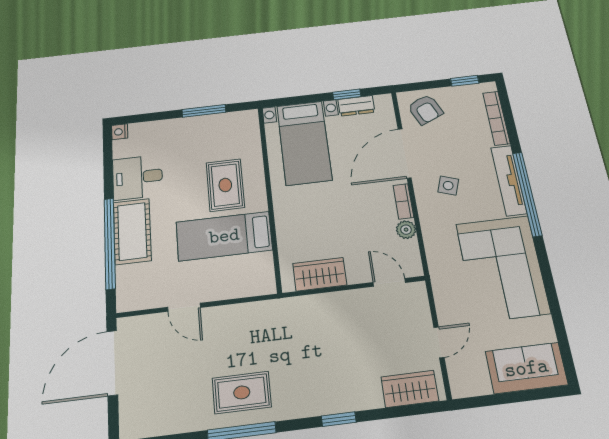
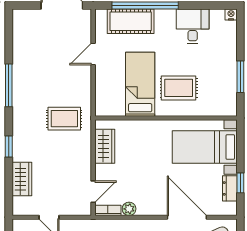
bookcase: (403, 201) -> (108, 210), moved
cot: (132, 231) -> (131, 21), moved
wardrobe: (410, 389) -> (22, 179), moved
rug: (242, 392) -> (64, 119), moved, turned 90

